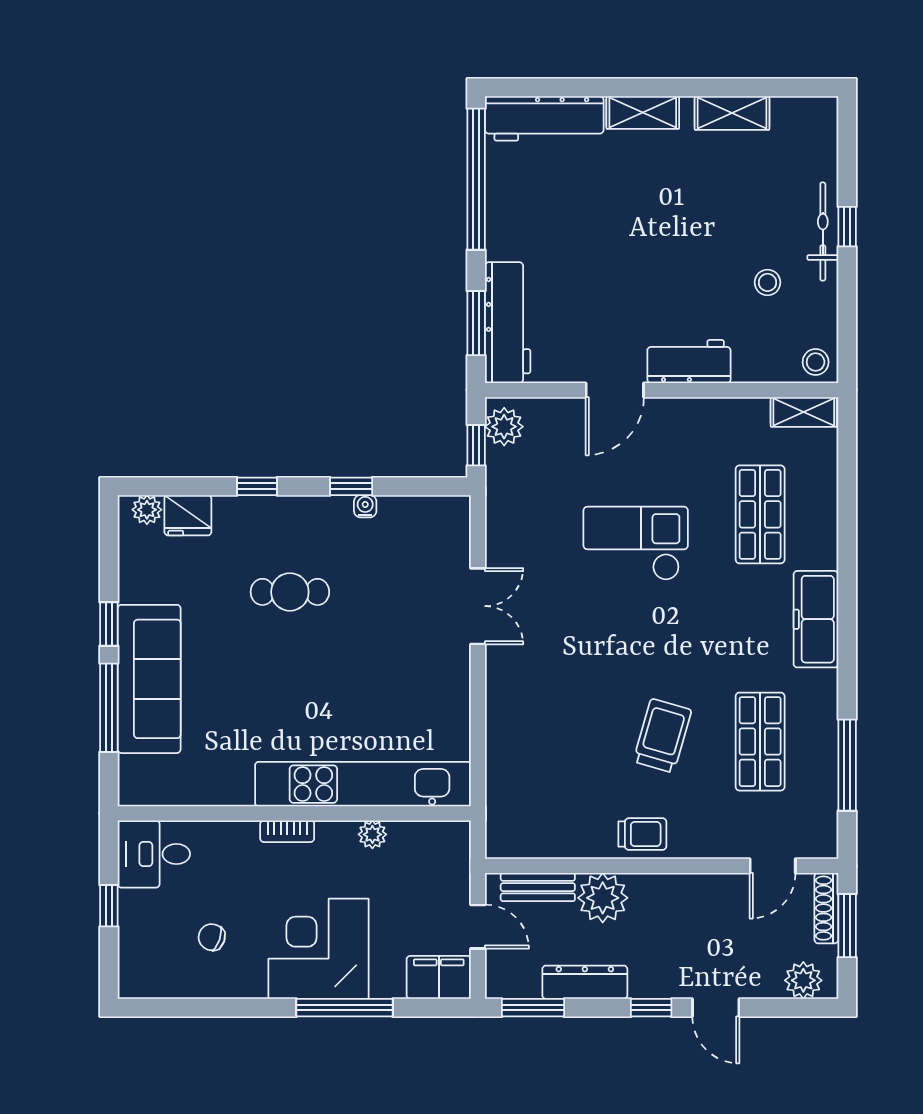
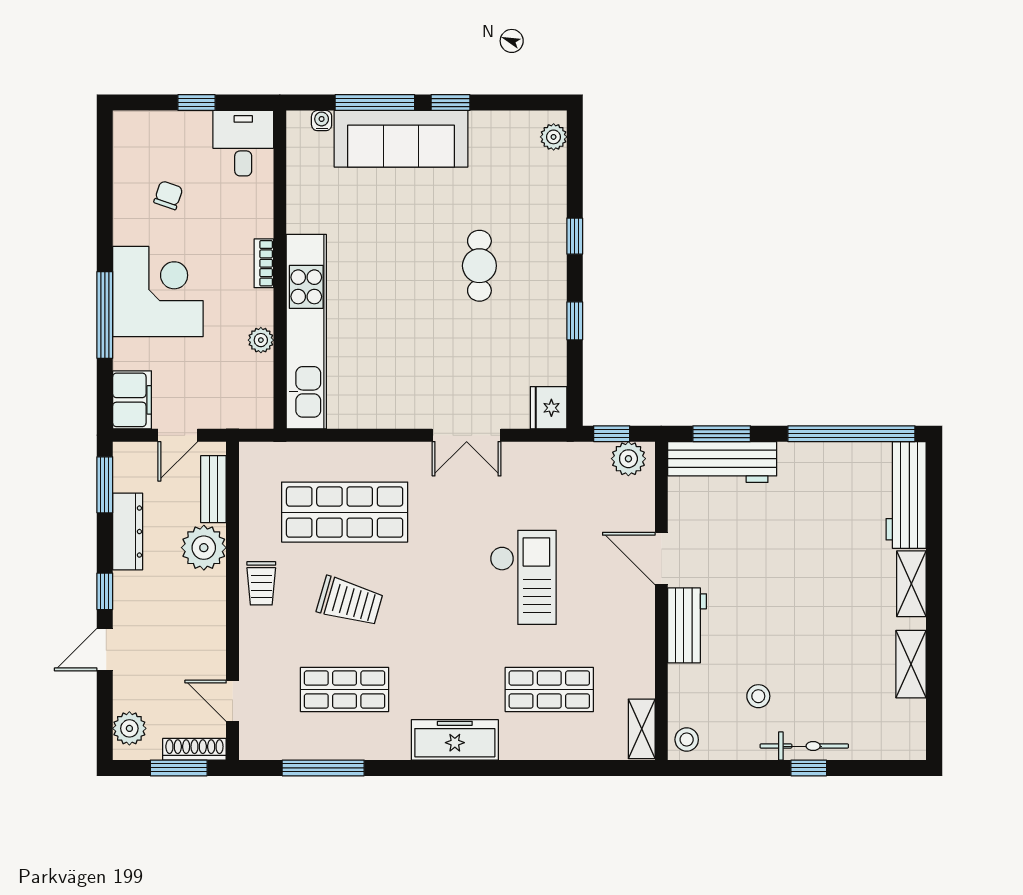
water cooler: (365, 506) -> (322, 121), moved, turned -90
fridge: (188, 515) -> (549, 408), moved
shop shelf: (563, 742) -> (345, 512), added

